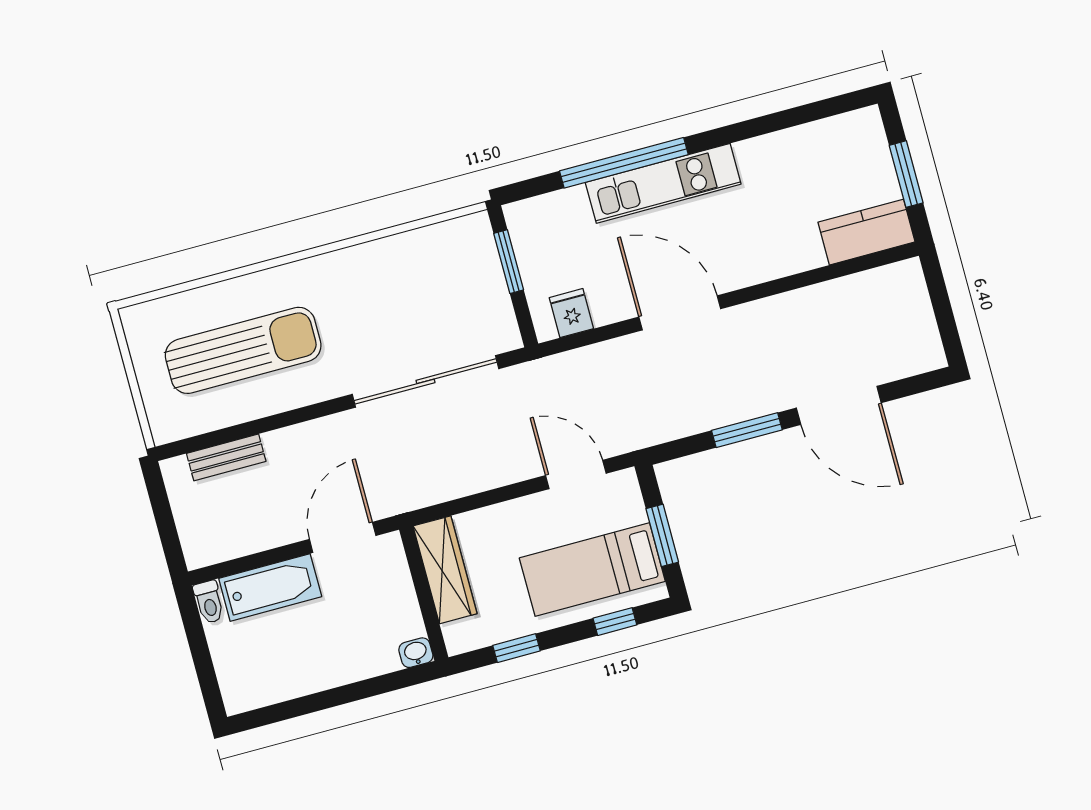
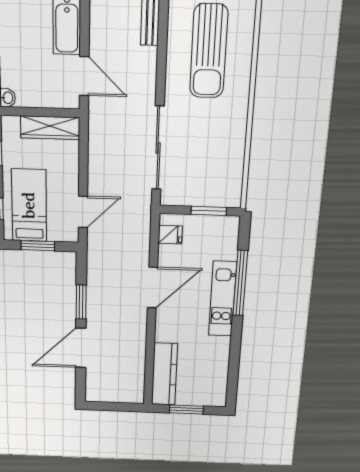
kitchen counter: (866, 232) -> (164, 374), width x1.50

